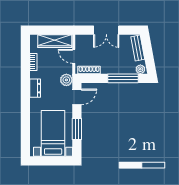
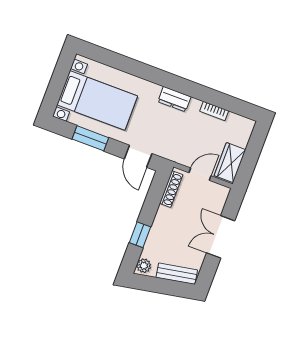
wardrobe: (55, 41) -> (230, 163), width x0.67
window: (123, 78) -> (140, 235), width x0.46
plant: (66, 80) -> (169, 150), removed

